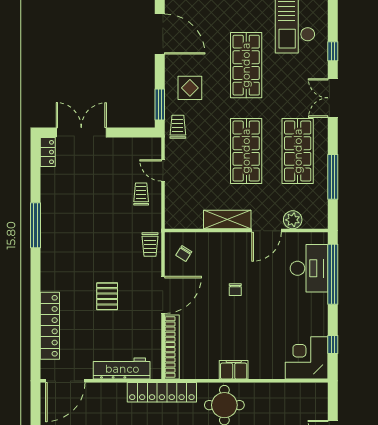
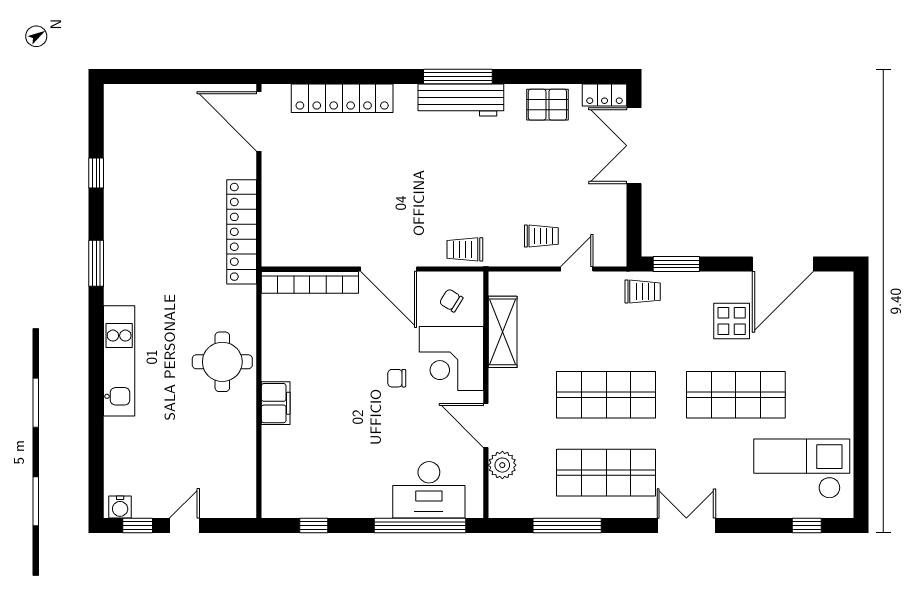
window: (333, 51) -> (807, 526), moved
display table: (190, 88) -> (732, 321), moved
double door: (81, 133) -> (634, 146), swing flipped
shelving: (227, 219) -> (503, 332), moved
window: (36, 225) -> (458, 77), moved
pallet: (107, 296) -> (547, 105), moved
corner desk: (307, 358) -> (451, 359), moved, turned 180
workbench: (122, 369) -> (461, 100), moved, turned 90
filing cabinet: (234, 370) -> (276, 403), moved
locker: (162, 392) -> (242, 232), moved

